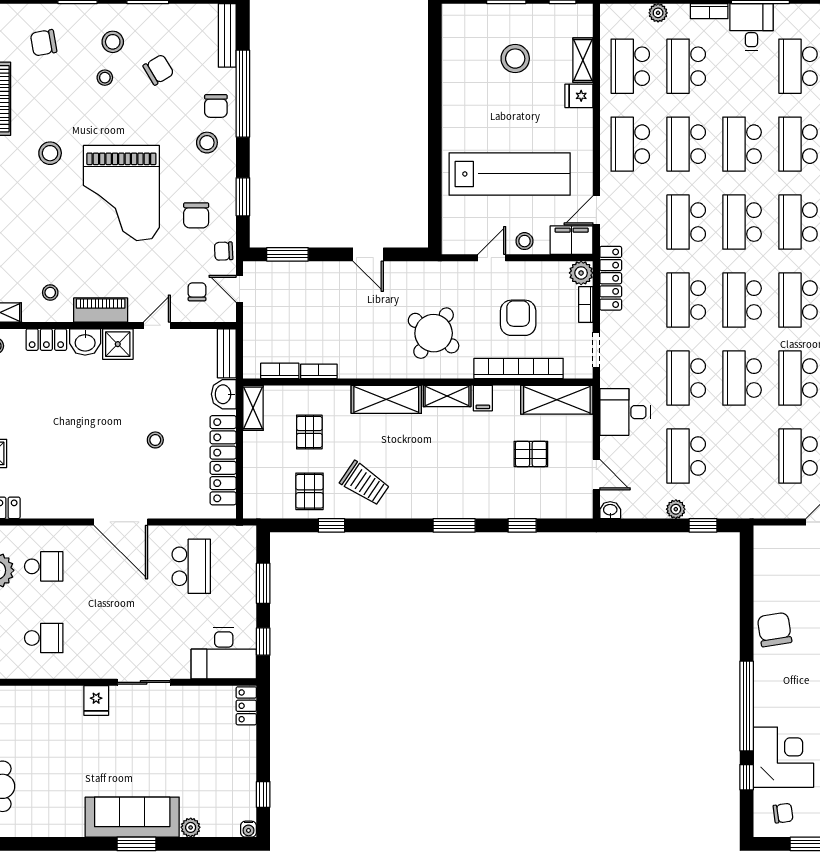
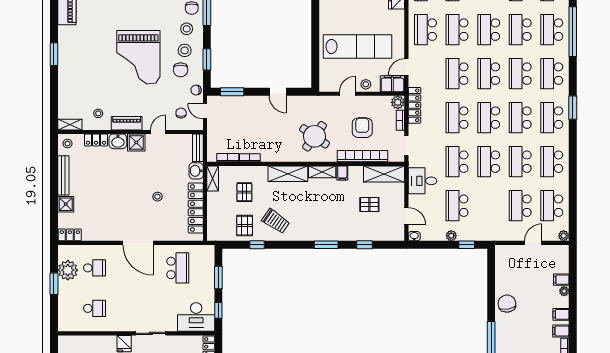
stool: (50, 153) -> (185, 50), moved

